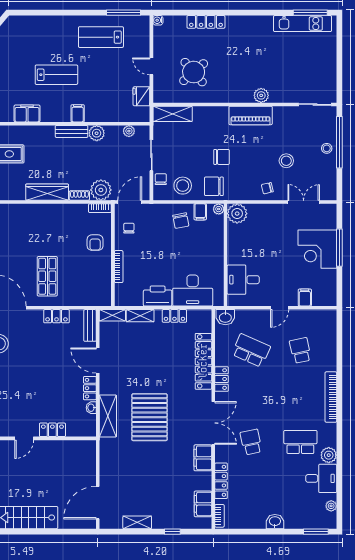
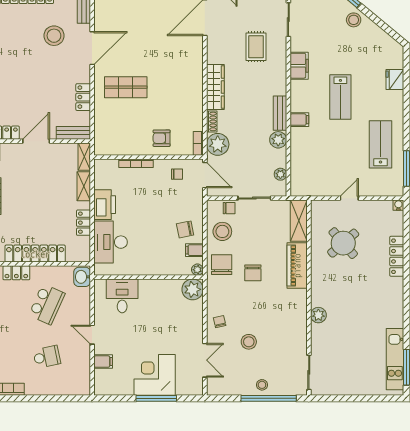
fridge: (141, 96) -> (395, 80), moved, turned -90
piano: (251, 115) -> (297, 266), moved

